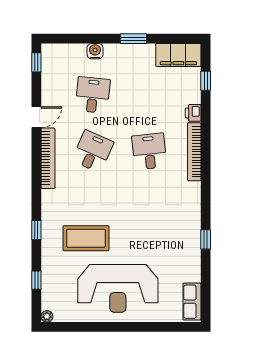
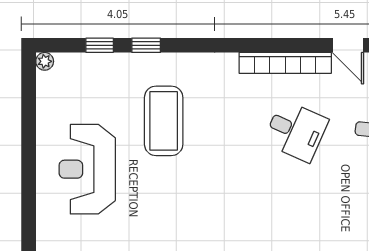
desk: (149, 151) -> (296, 217), removed
window: (36, 230) -> (146, 45), moved
reception desk: (118, 288) -> (87, 169), width x0.74, depth x0.77

